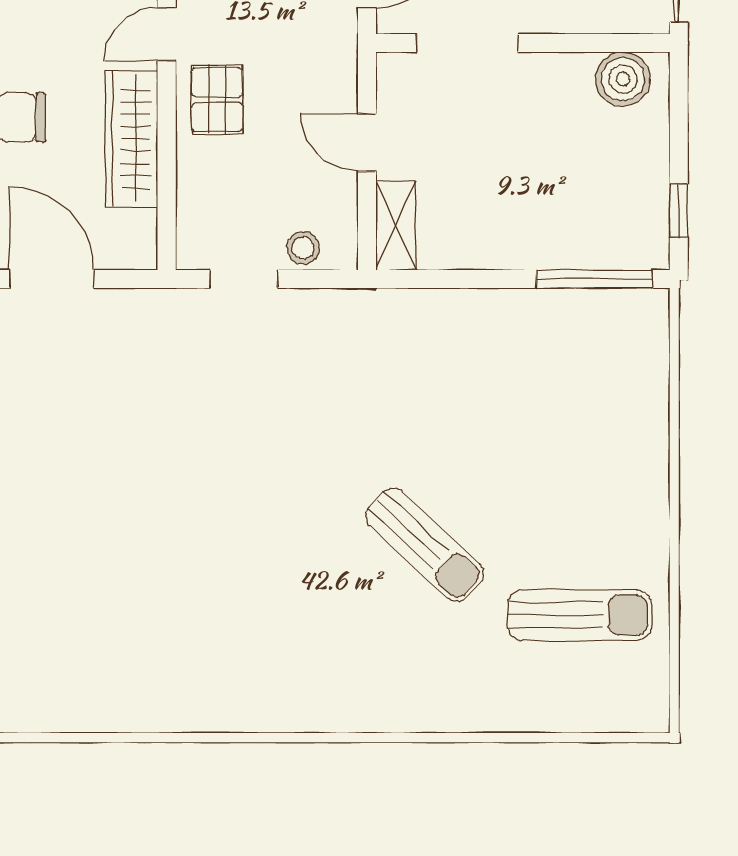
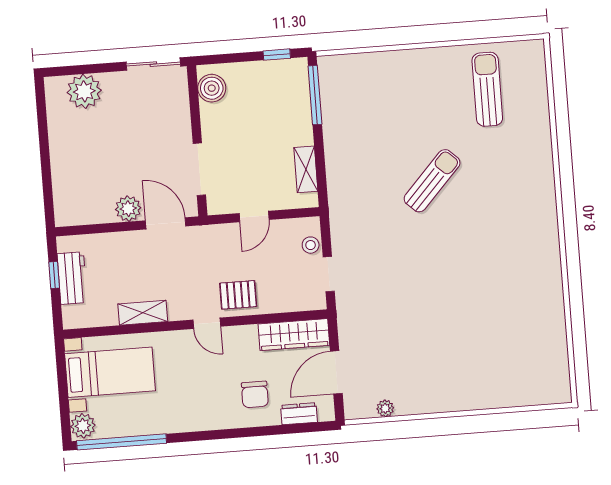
wardrobe: (131, 139) -> (294, 335), moved
shelving: (396, 226) -> (306, 169), moved, turned 90
sun lounger: (425, 545) -> (432, 181), moved

